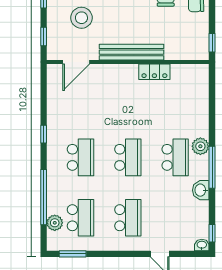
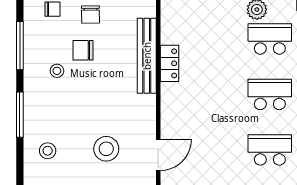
bench: (131, 52) -> (147, 56), moved
door: (76, 62) -> (158, 155), hinge flipped

